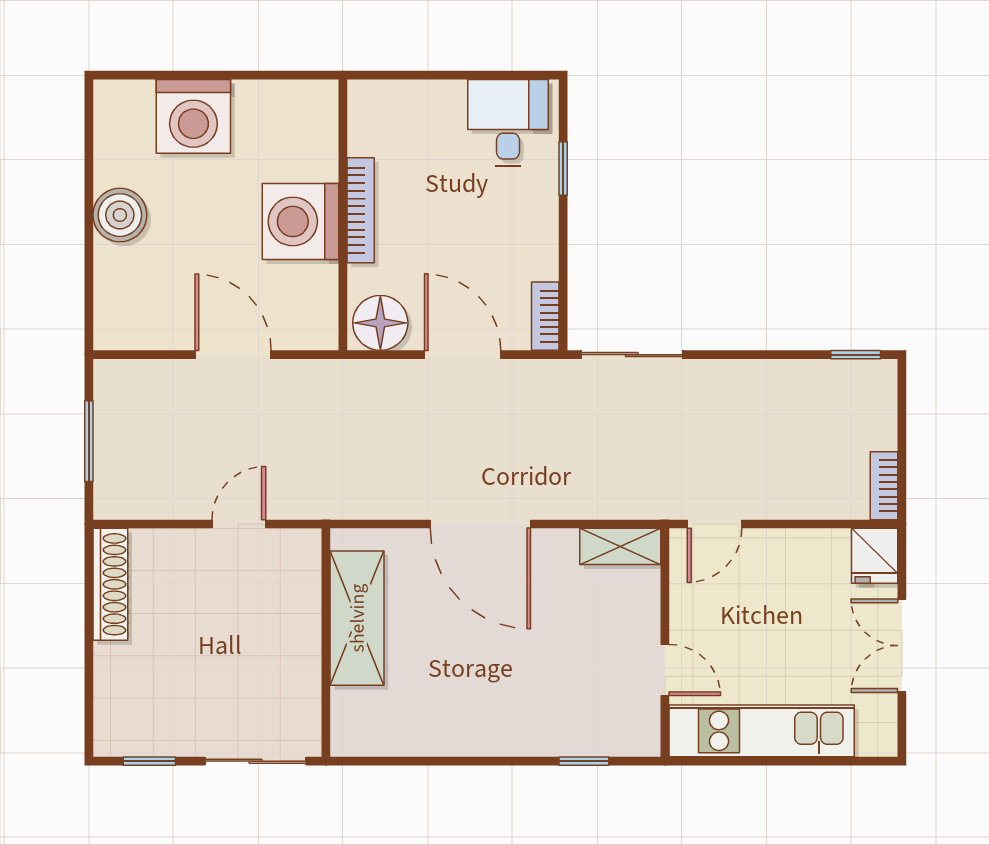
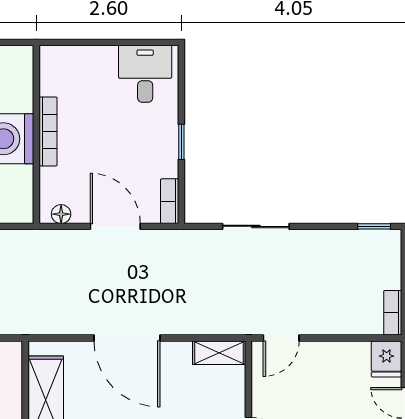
window: (563, 168) -> (181, 142), moved
floor lamp: (380, 323) -> (61, 214), width x0.53, depth x0.53
sliding door: (632, 355) -> (256, 226), moved

